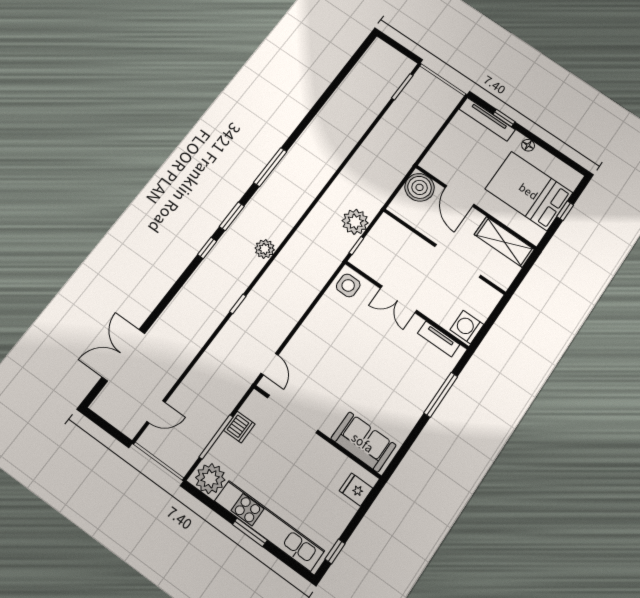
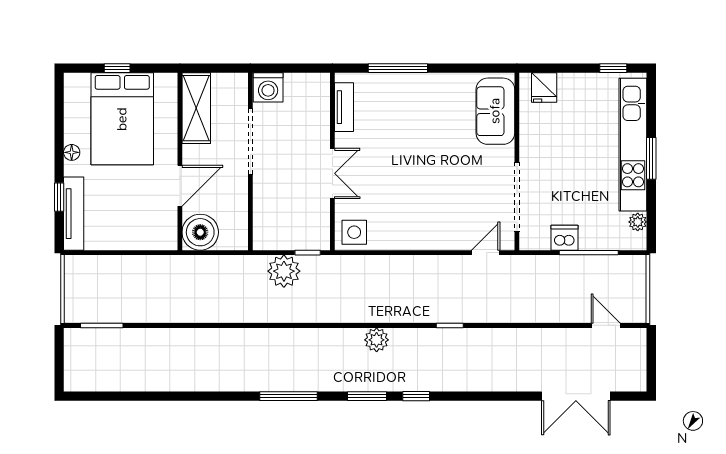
washing machine: (467, 327) -> (268, 87), moved
plant: (210, 479) -> (638, 222), width x0.53, depth x0.53

